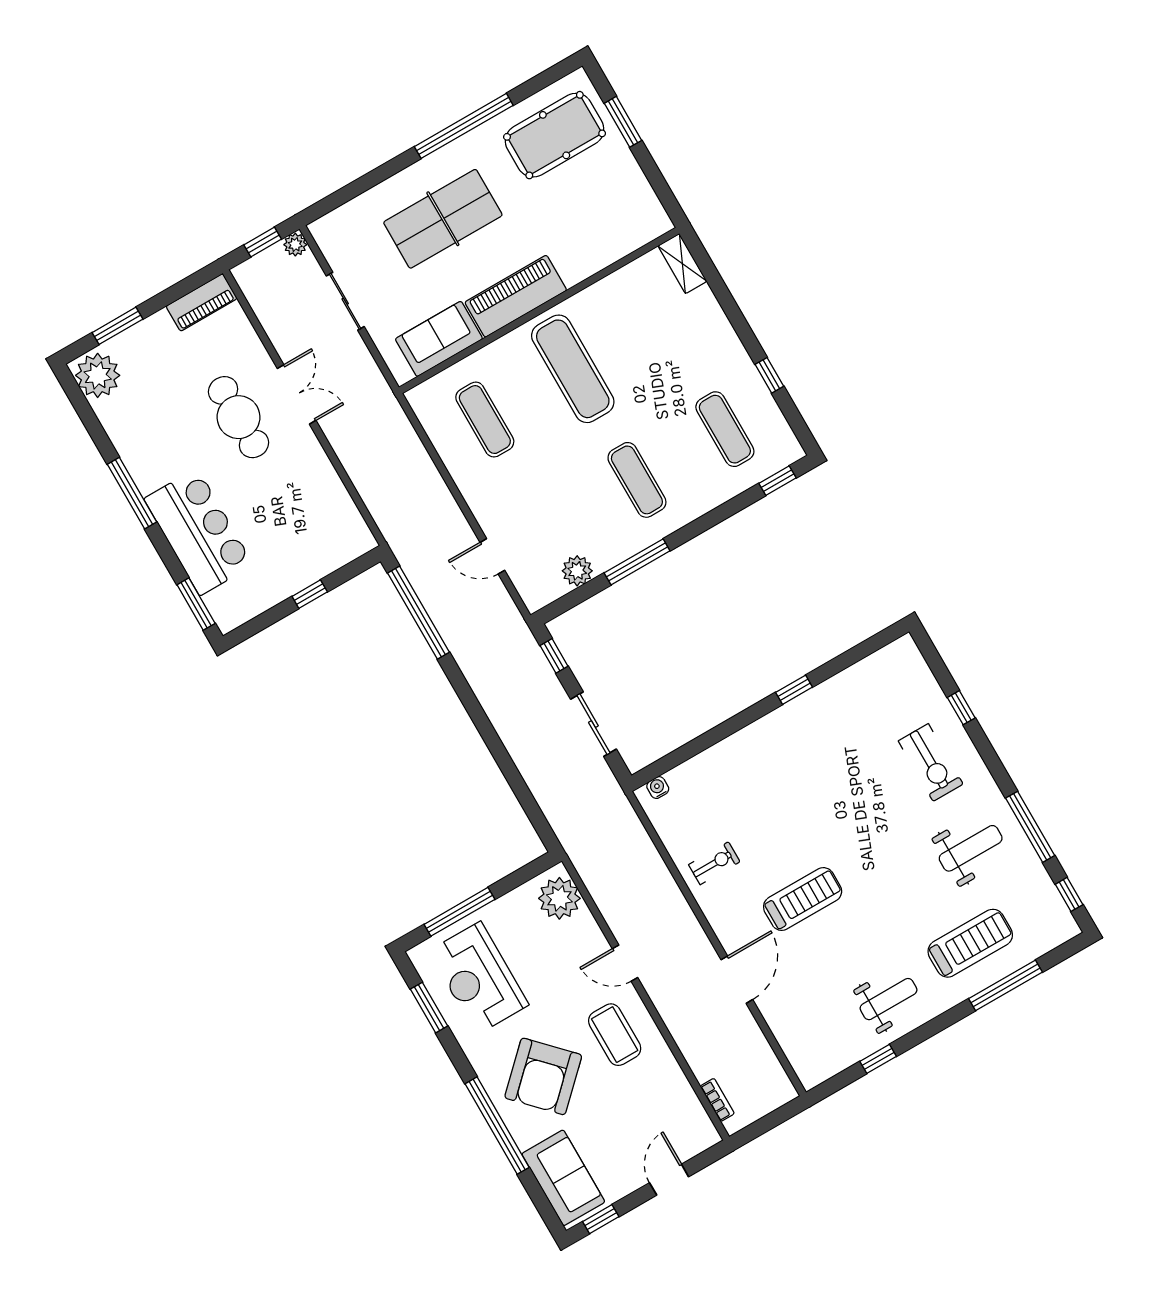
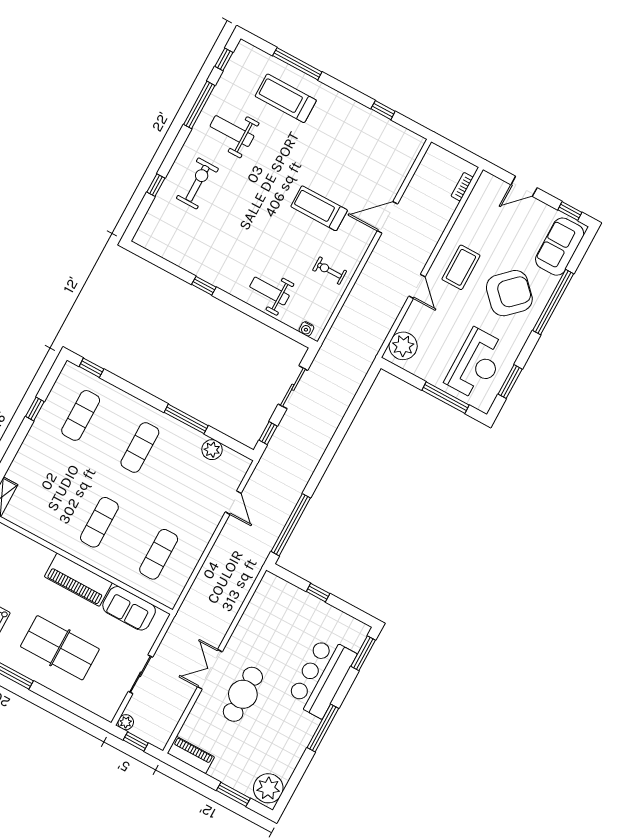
exercise mat: (573, 369) -> (99, 522), width x0.73, depth x0.69
weight bench: (888, 999) -> (269, 291), moved

